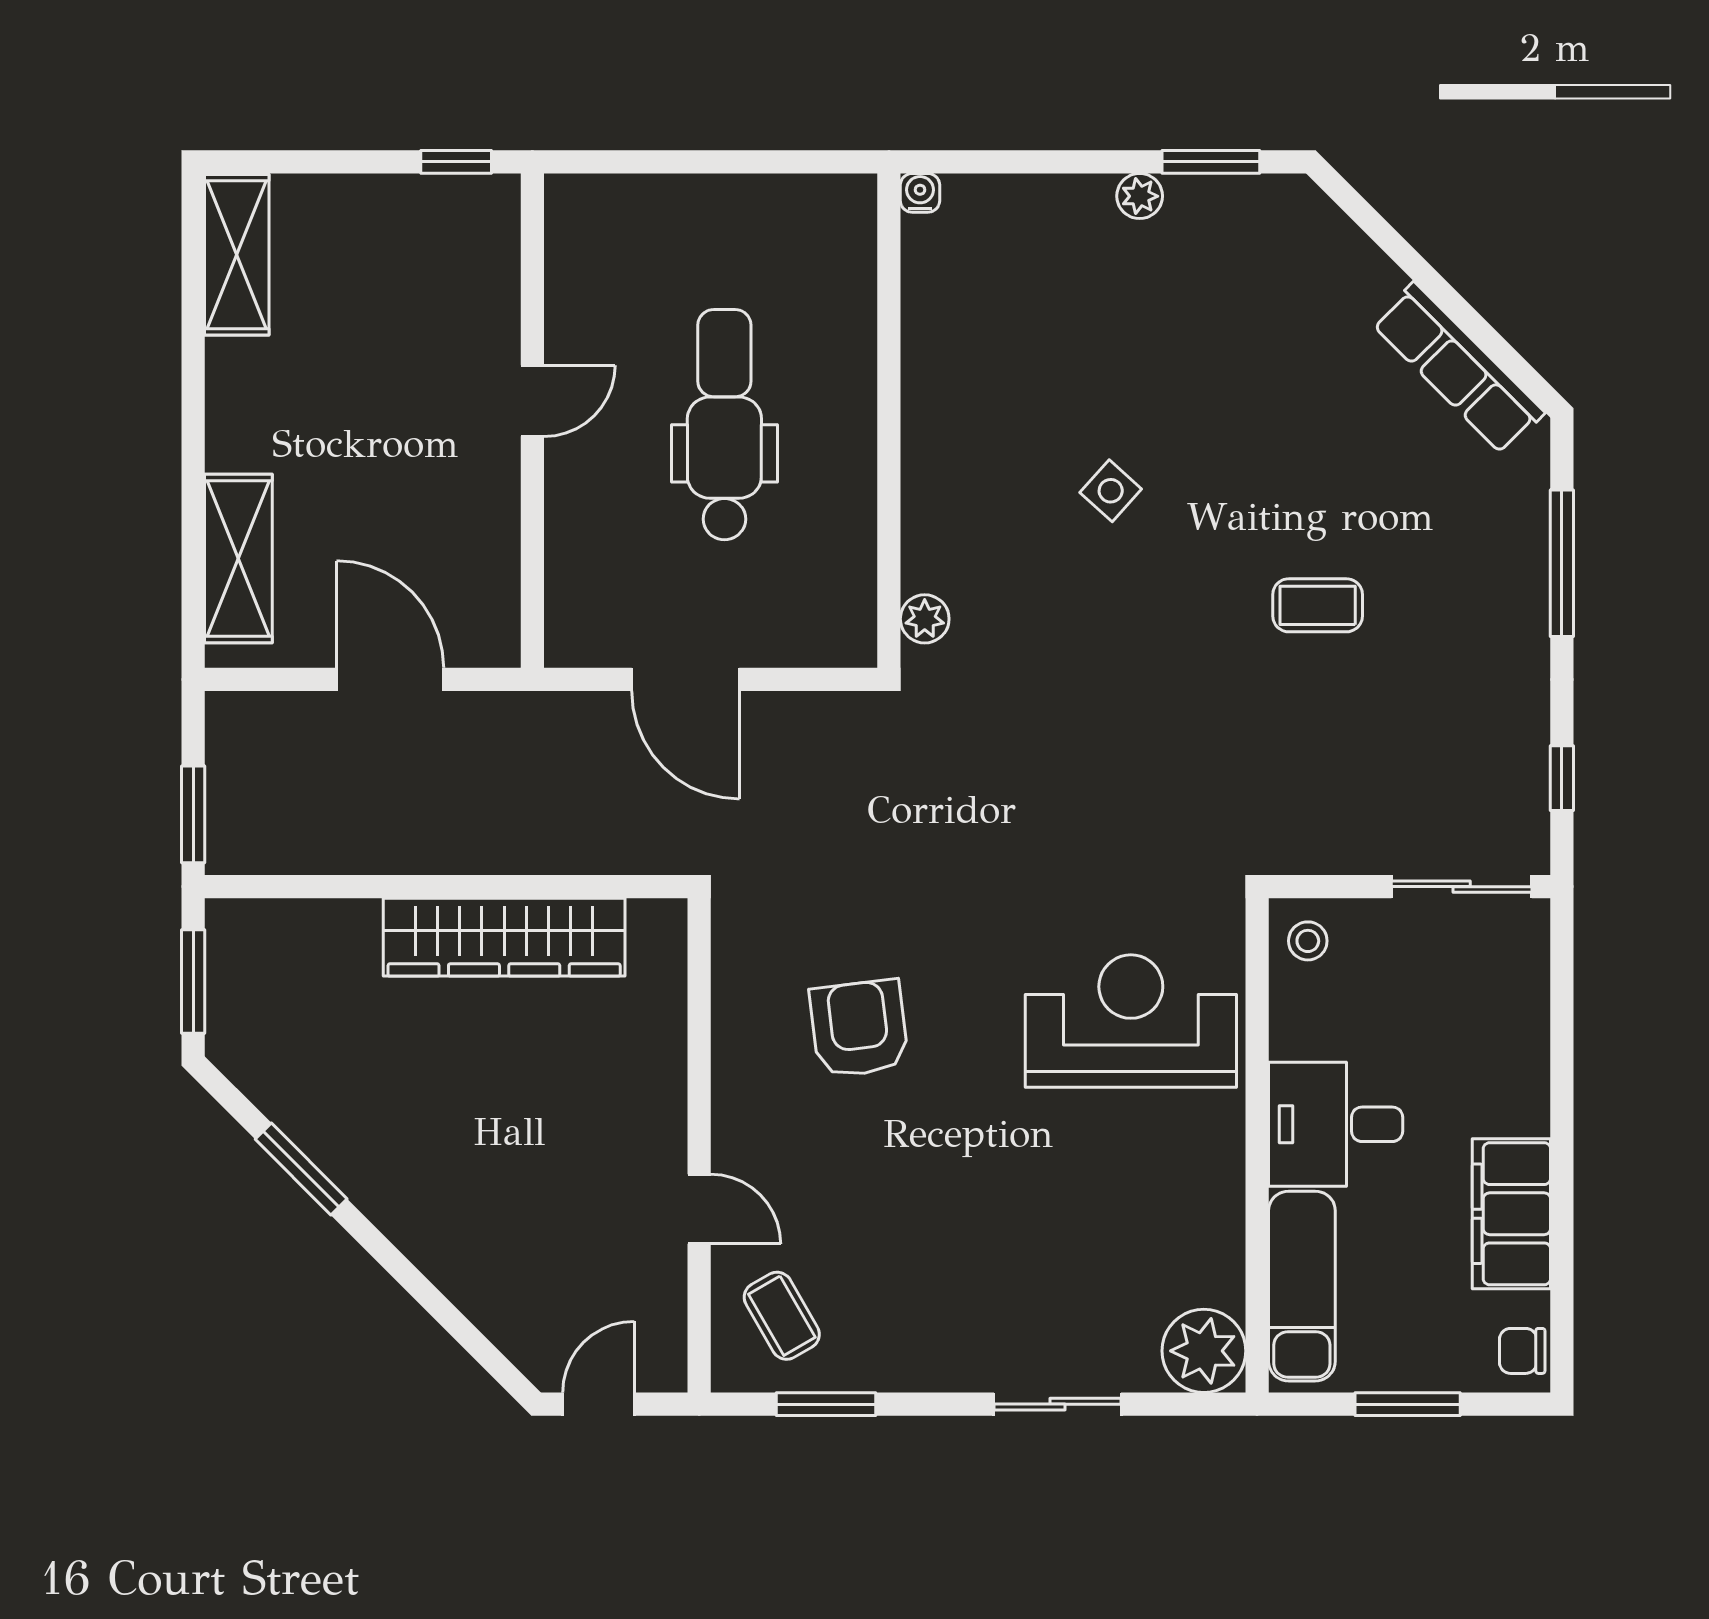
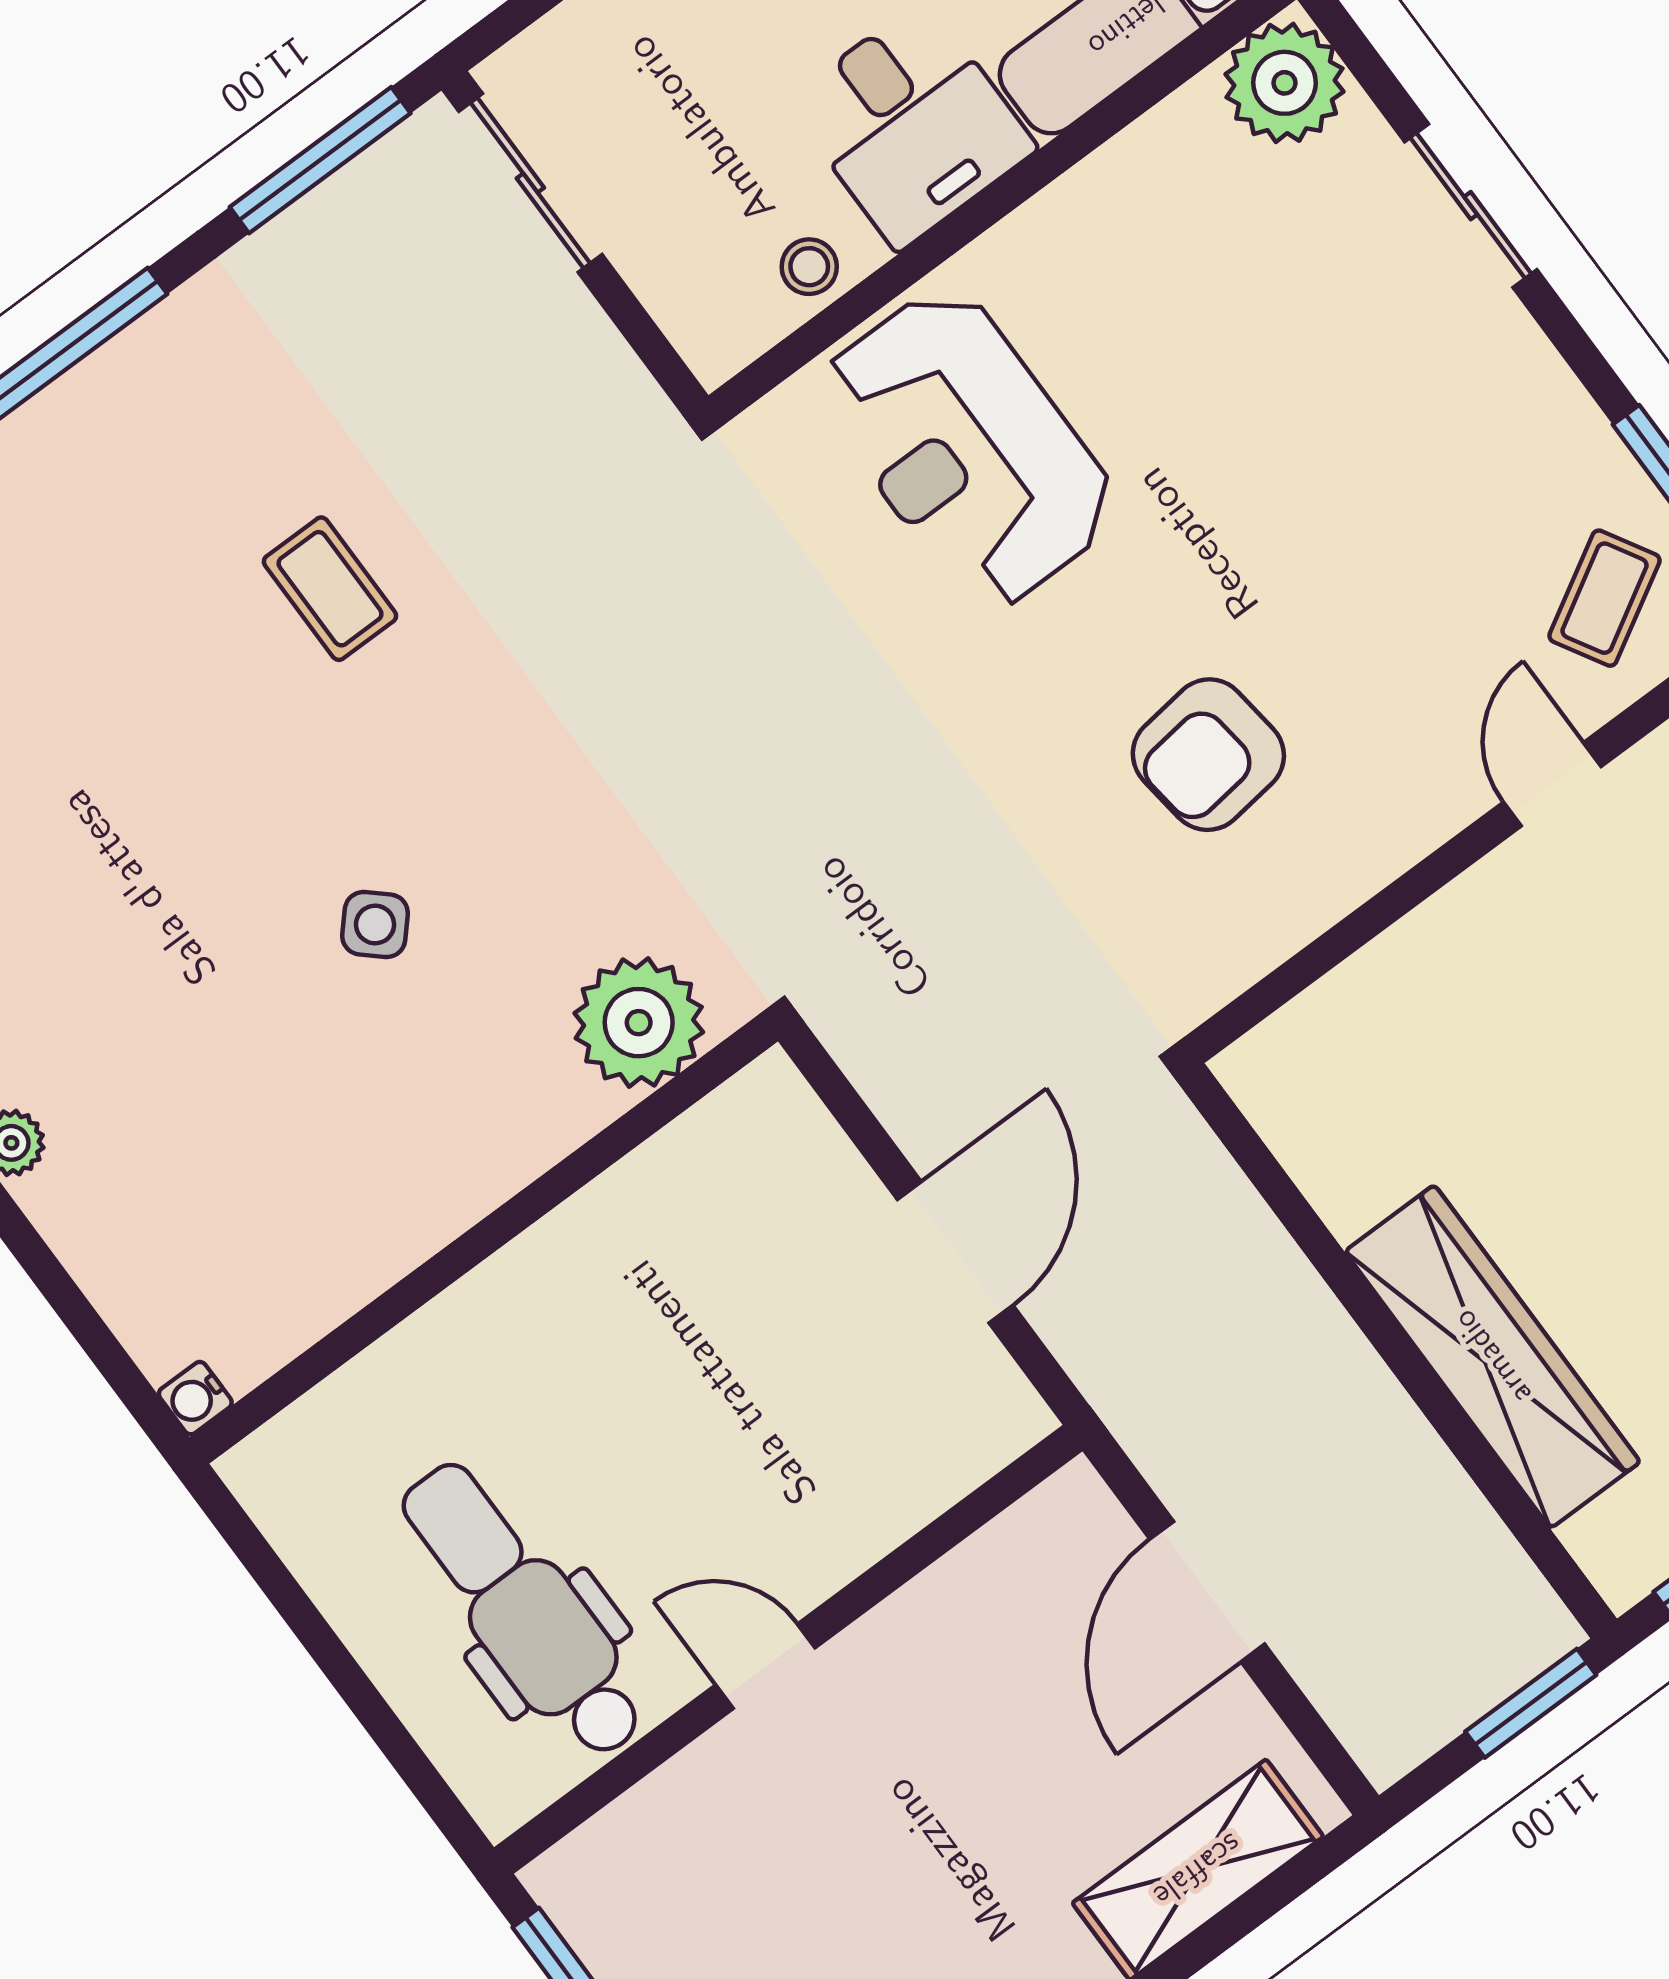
dental chair: (724, 425) -> (524, 1611), moved, turned 90
plant: (925, 619) -> (639, 1023), width x1.88, depth x1.88
window: (1562, 778) -> (320, 160), width x2.17
wardrobe: (504, 937) -> (1492, 1357), moved
stool: (1308, 941) -> (809, 267), moved

